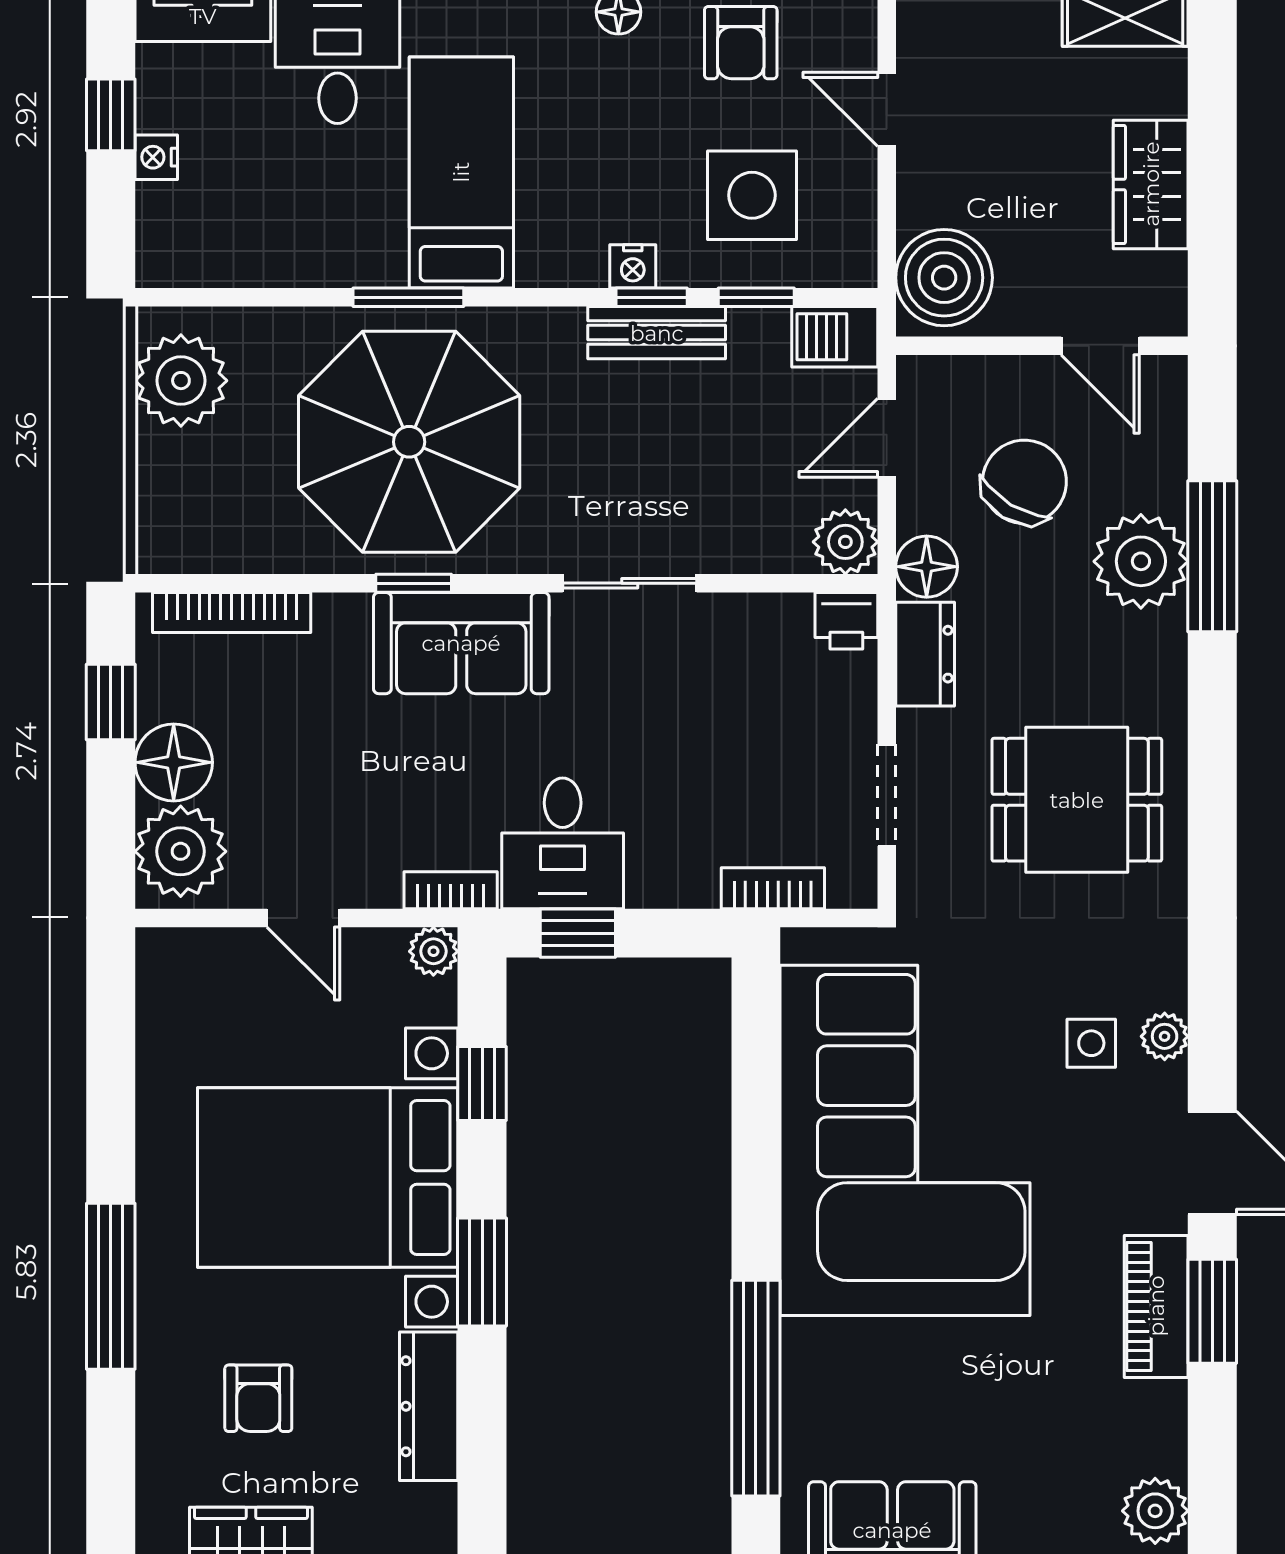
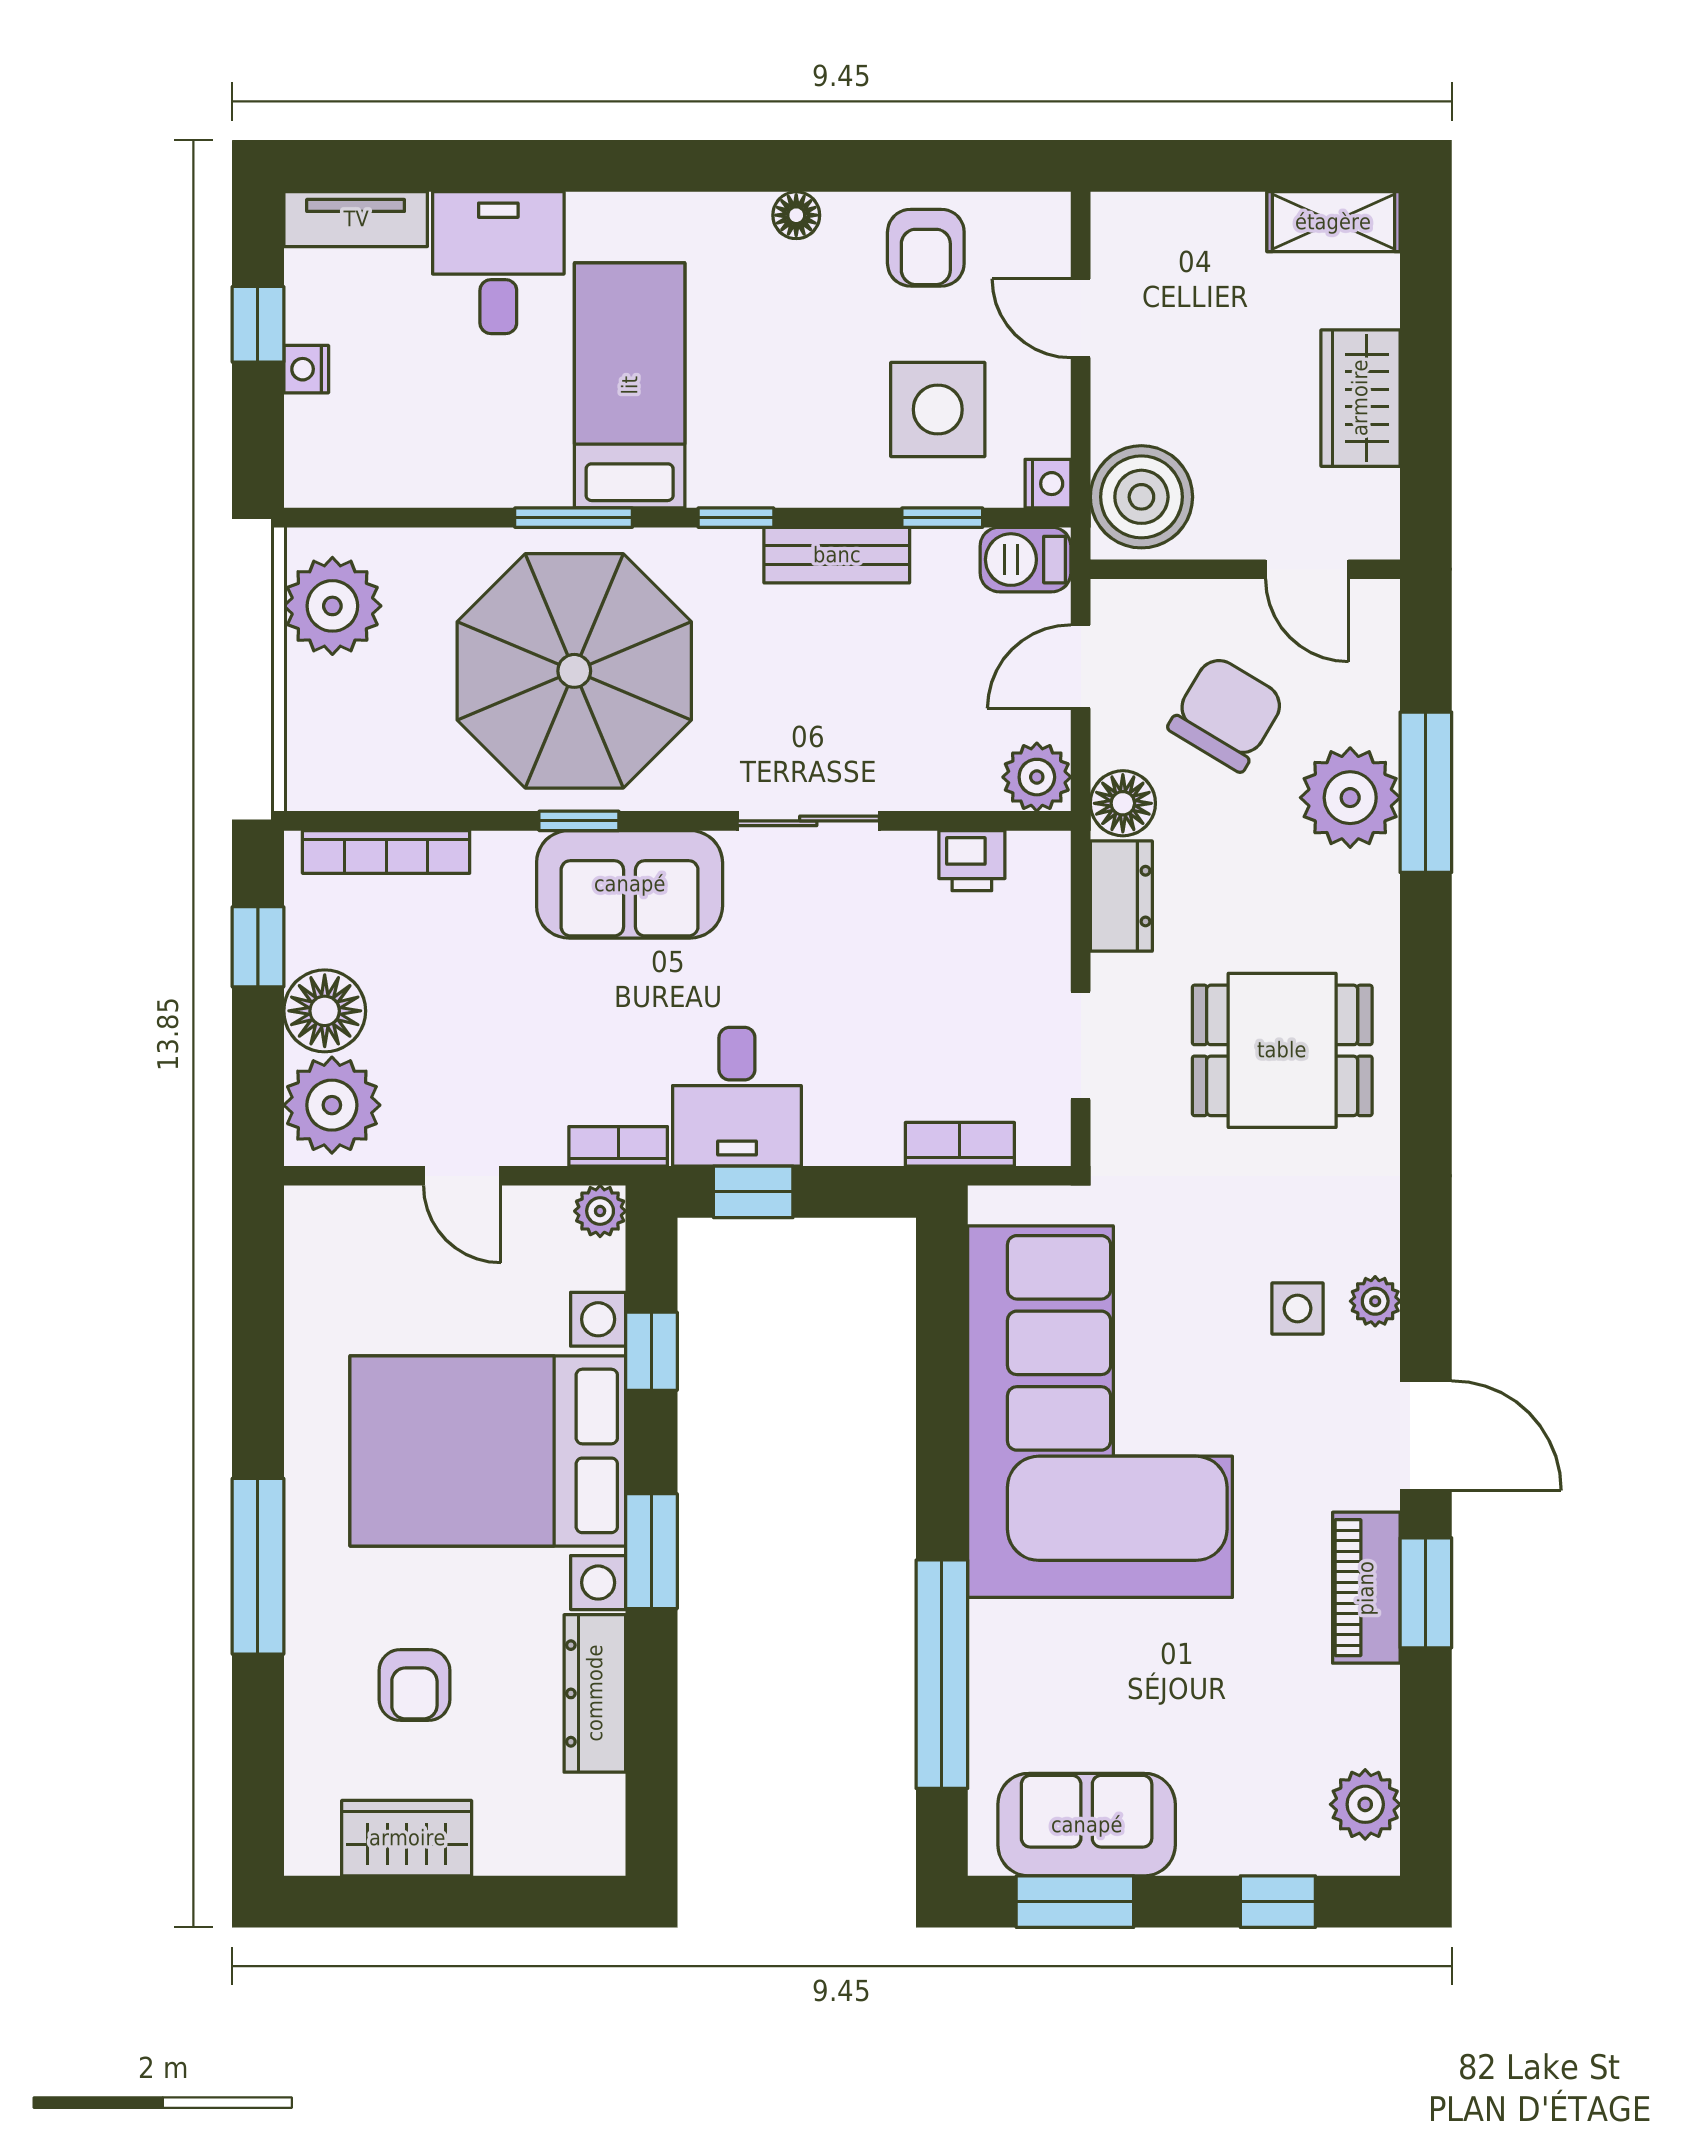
nightstand: (633, 266) -> (1048, 484), moved, turned -90
window: (652, 297) -> (736, 518), moved
printer: (846, 621) -> (972, 861), moved

